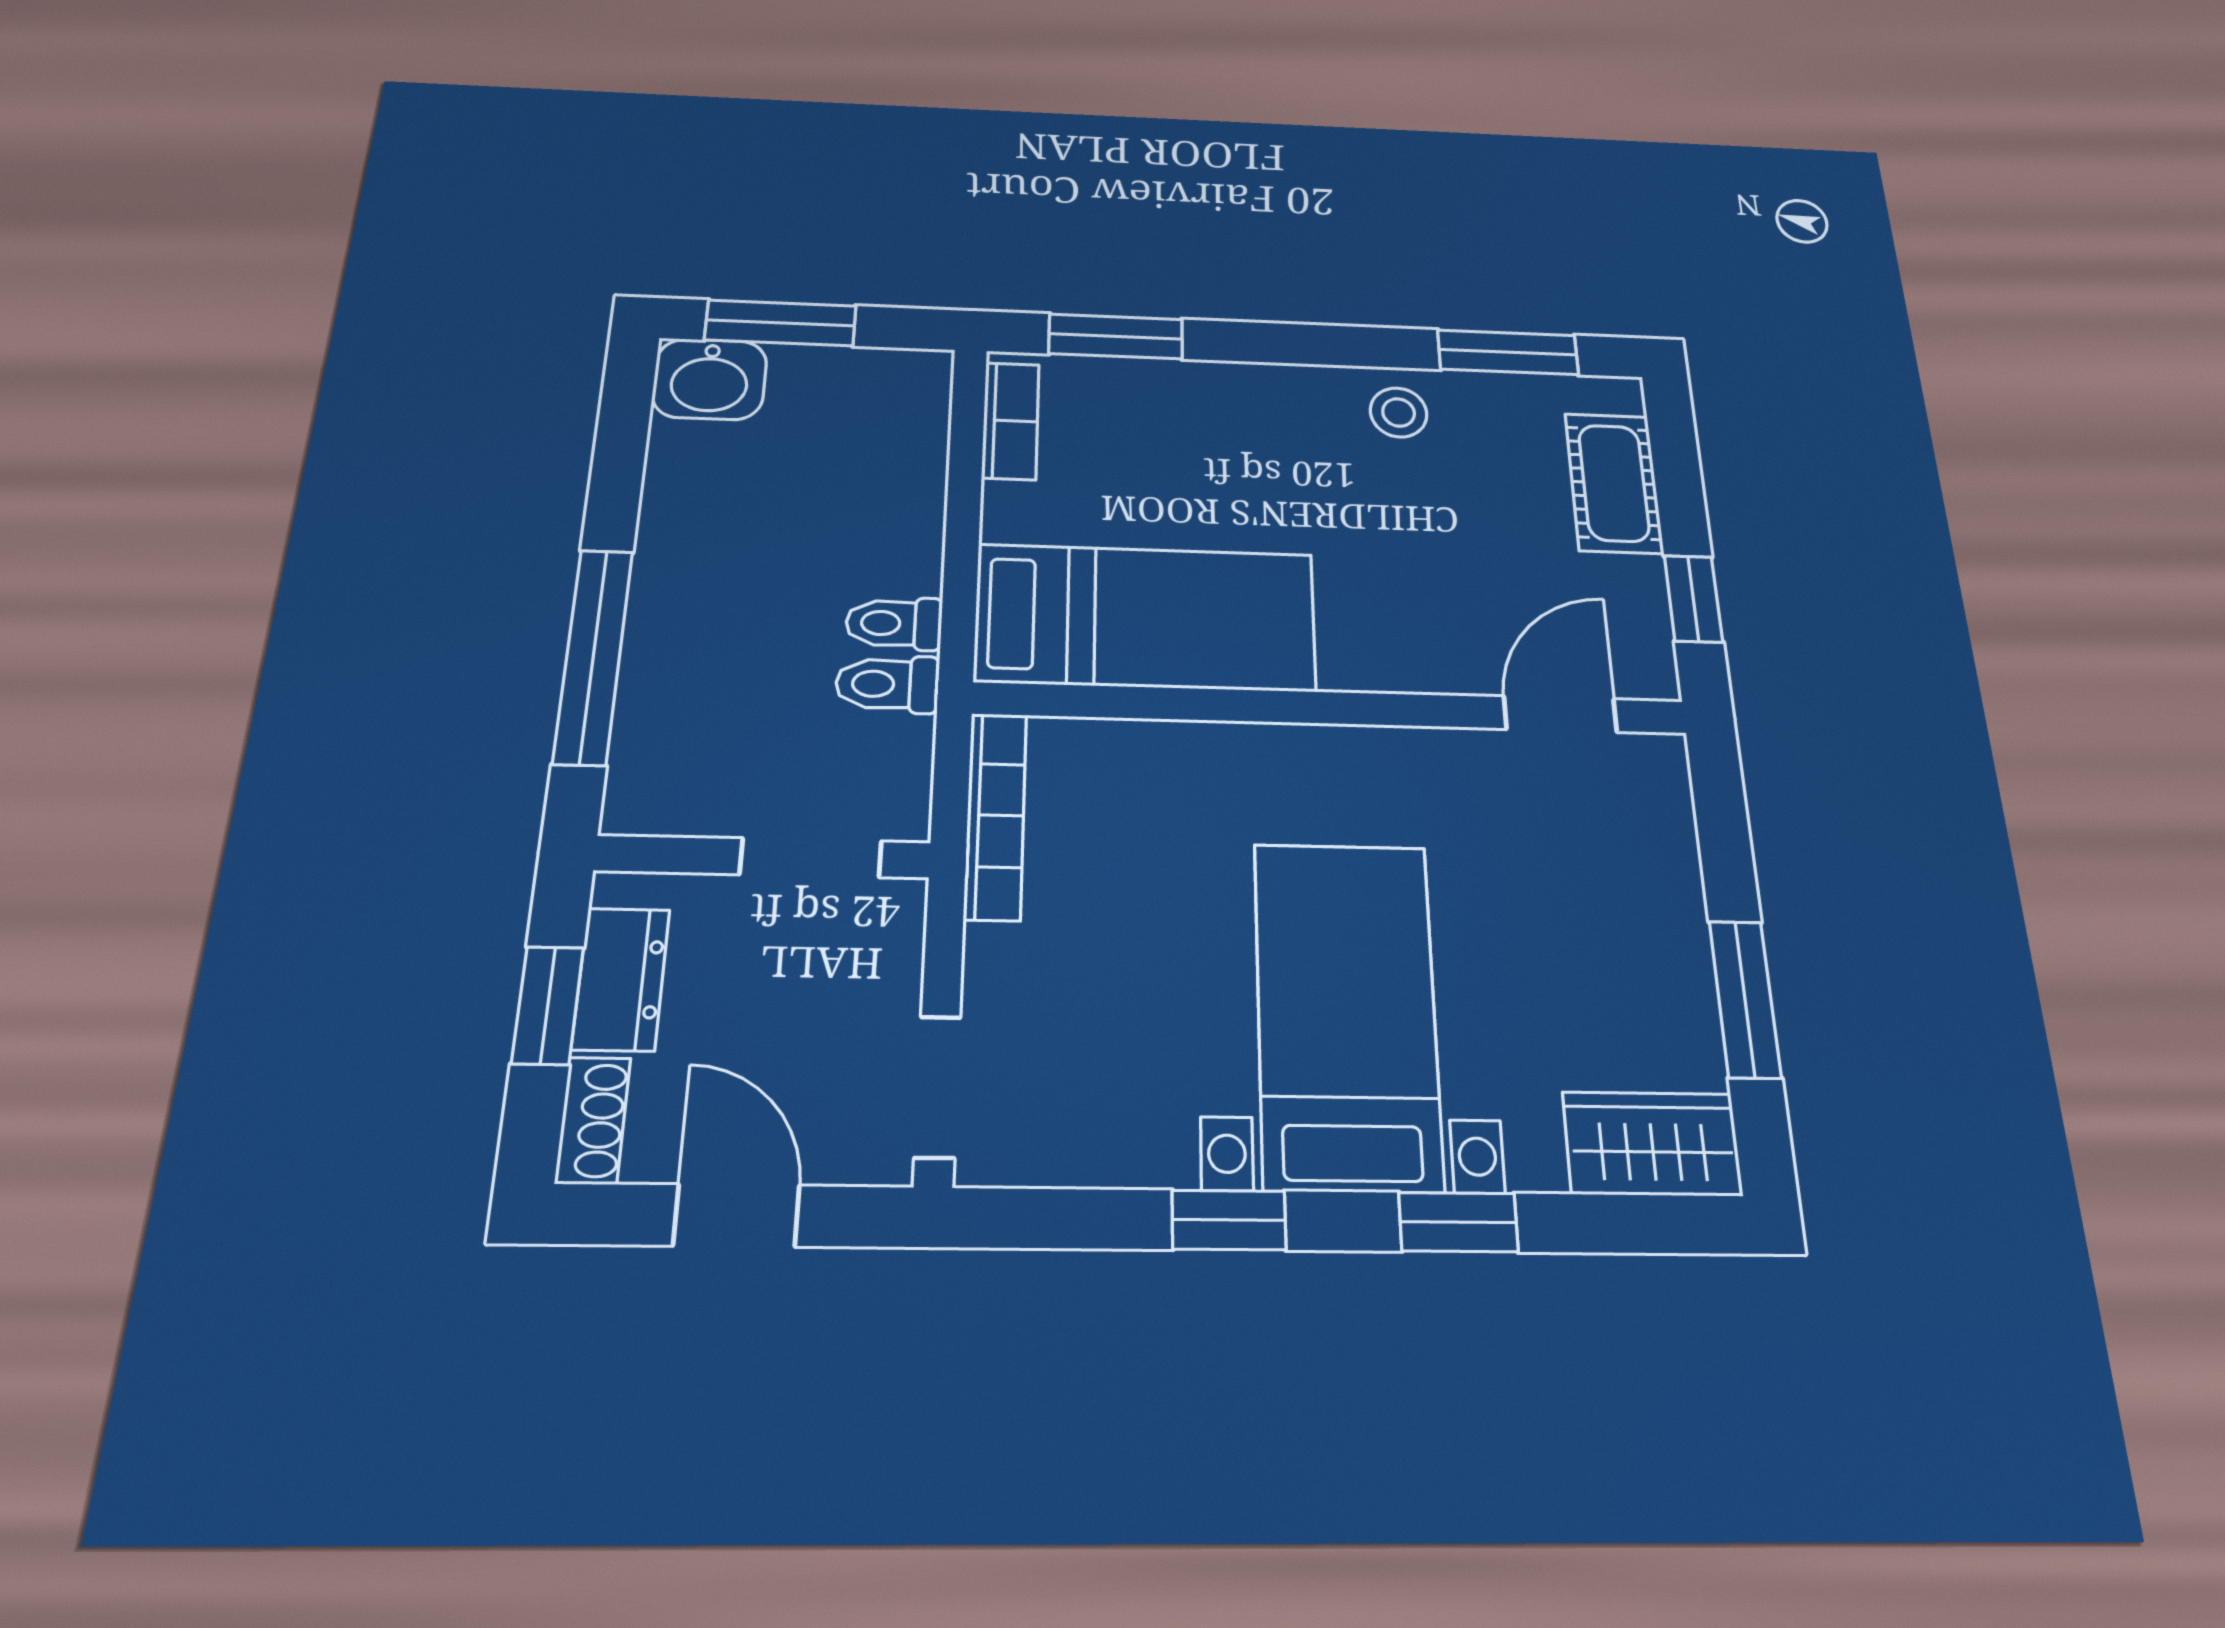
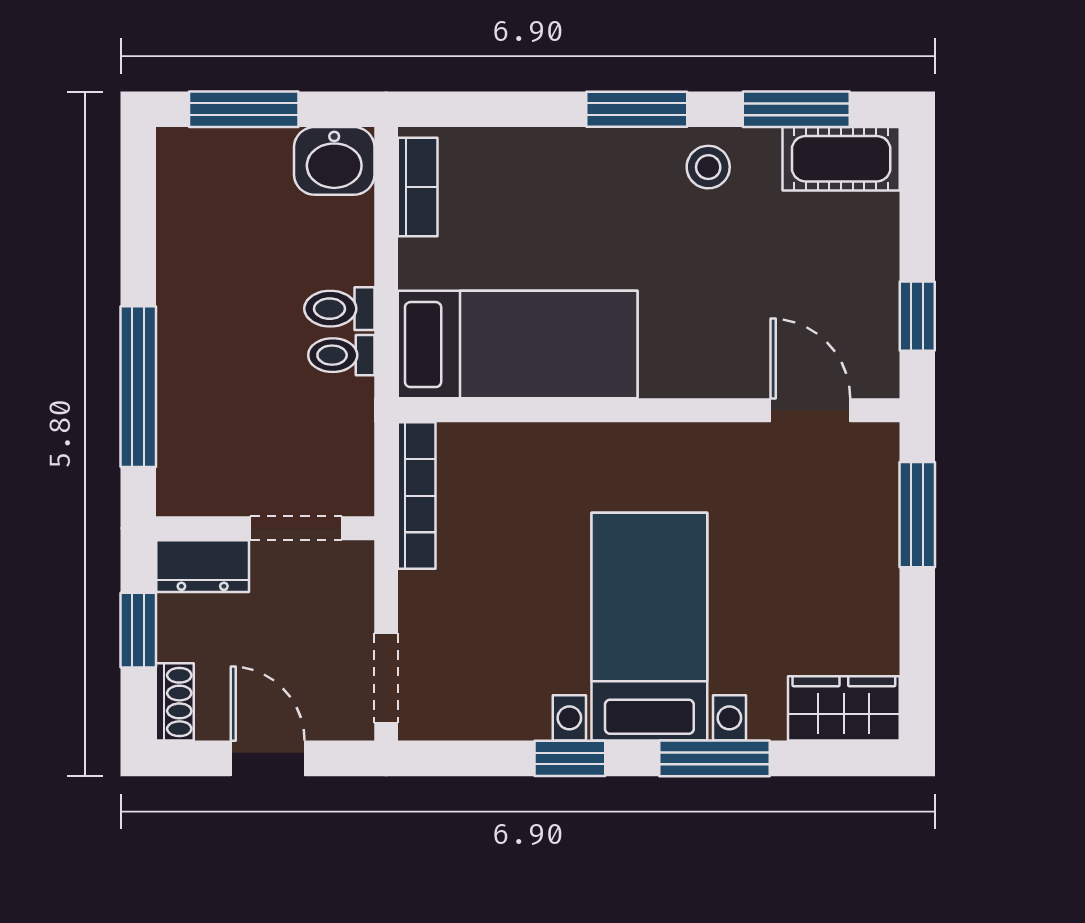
window: (1116, 336) -> (637, 109), moved
washbasin: (710, 379) -> (334, 161), moved
cot: (1614, 483) -> (841, 159), moved, turned 90
toilet: (887, 684) -> (339, 309), moved
door: (1560, 714) -> (810, 410), hinge flipped
dresser: (621, 979) -> (203, 566), moved, turned 90
window: (1745, 999) -> (917, 515), moved
window: (1458, 1222) -> (714, 758), width x1.50

